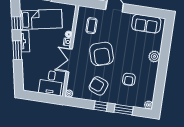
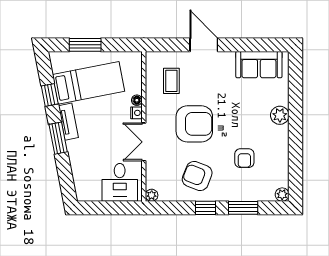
armchair: (102, 54) -> (194, 124), turned -73

